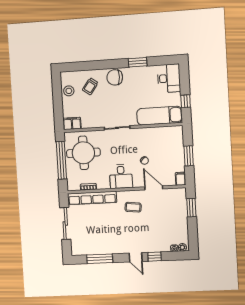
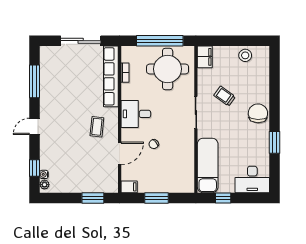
trolley: (90, 86) -> (225, 96), moved
window: (155, 257) -> (34, 168), moved

